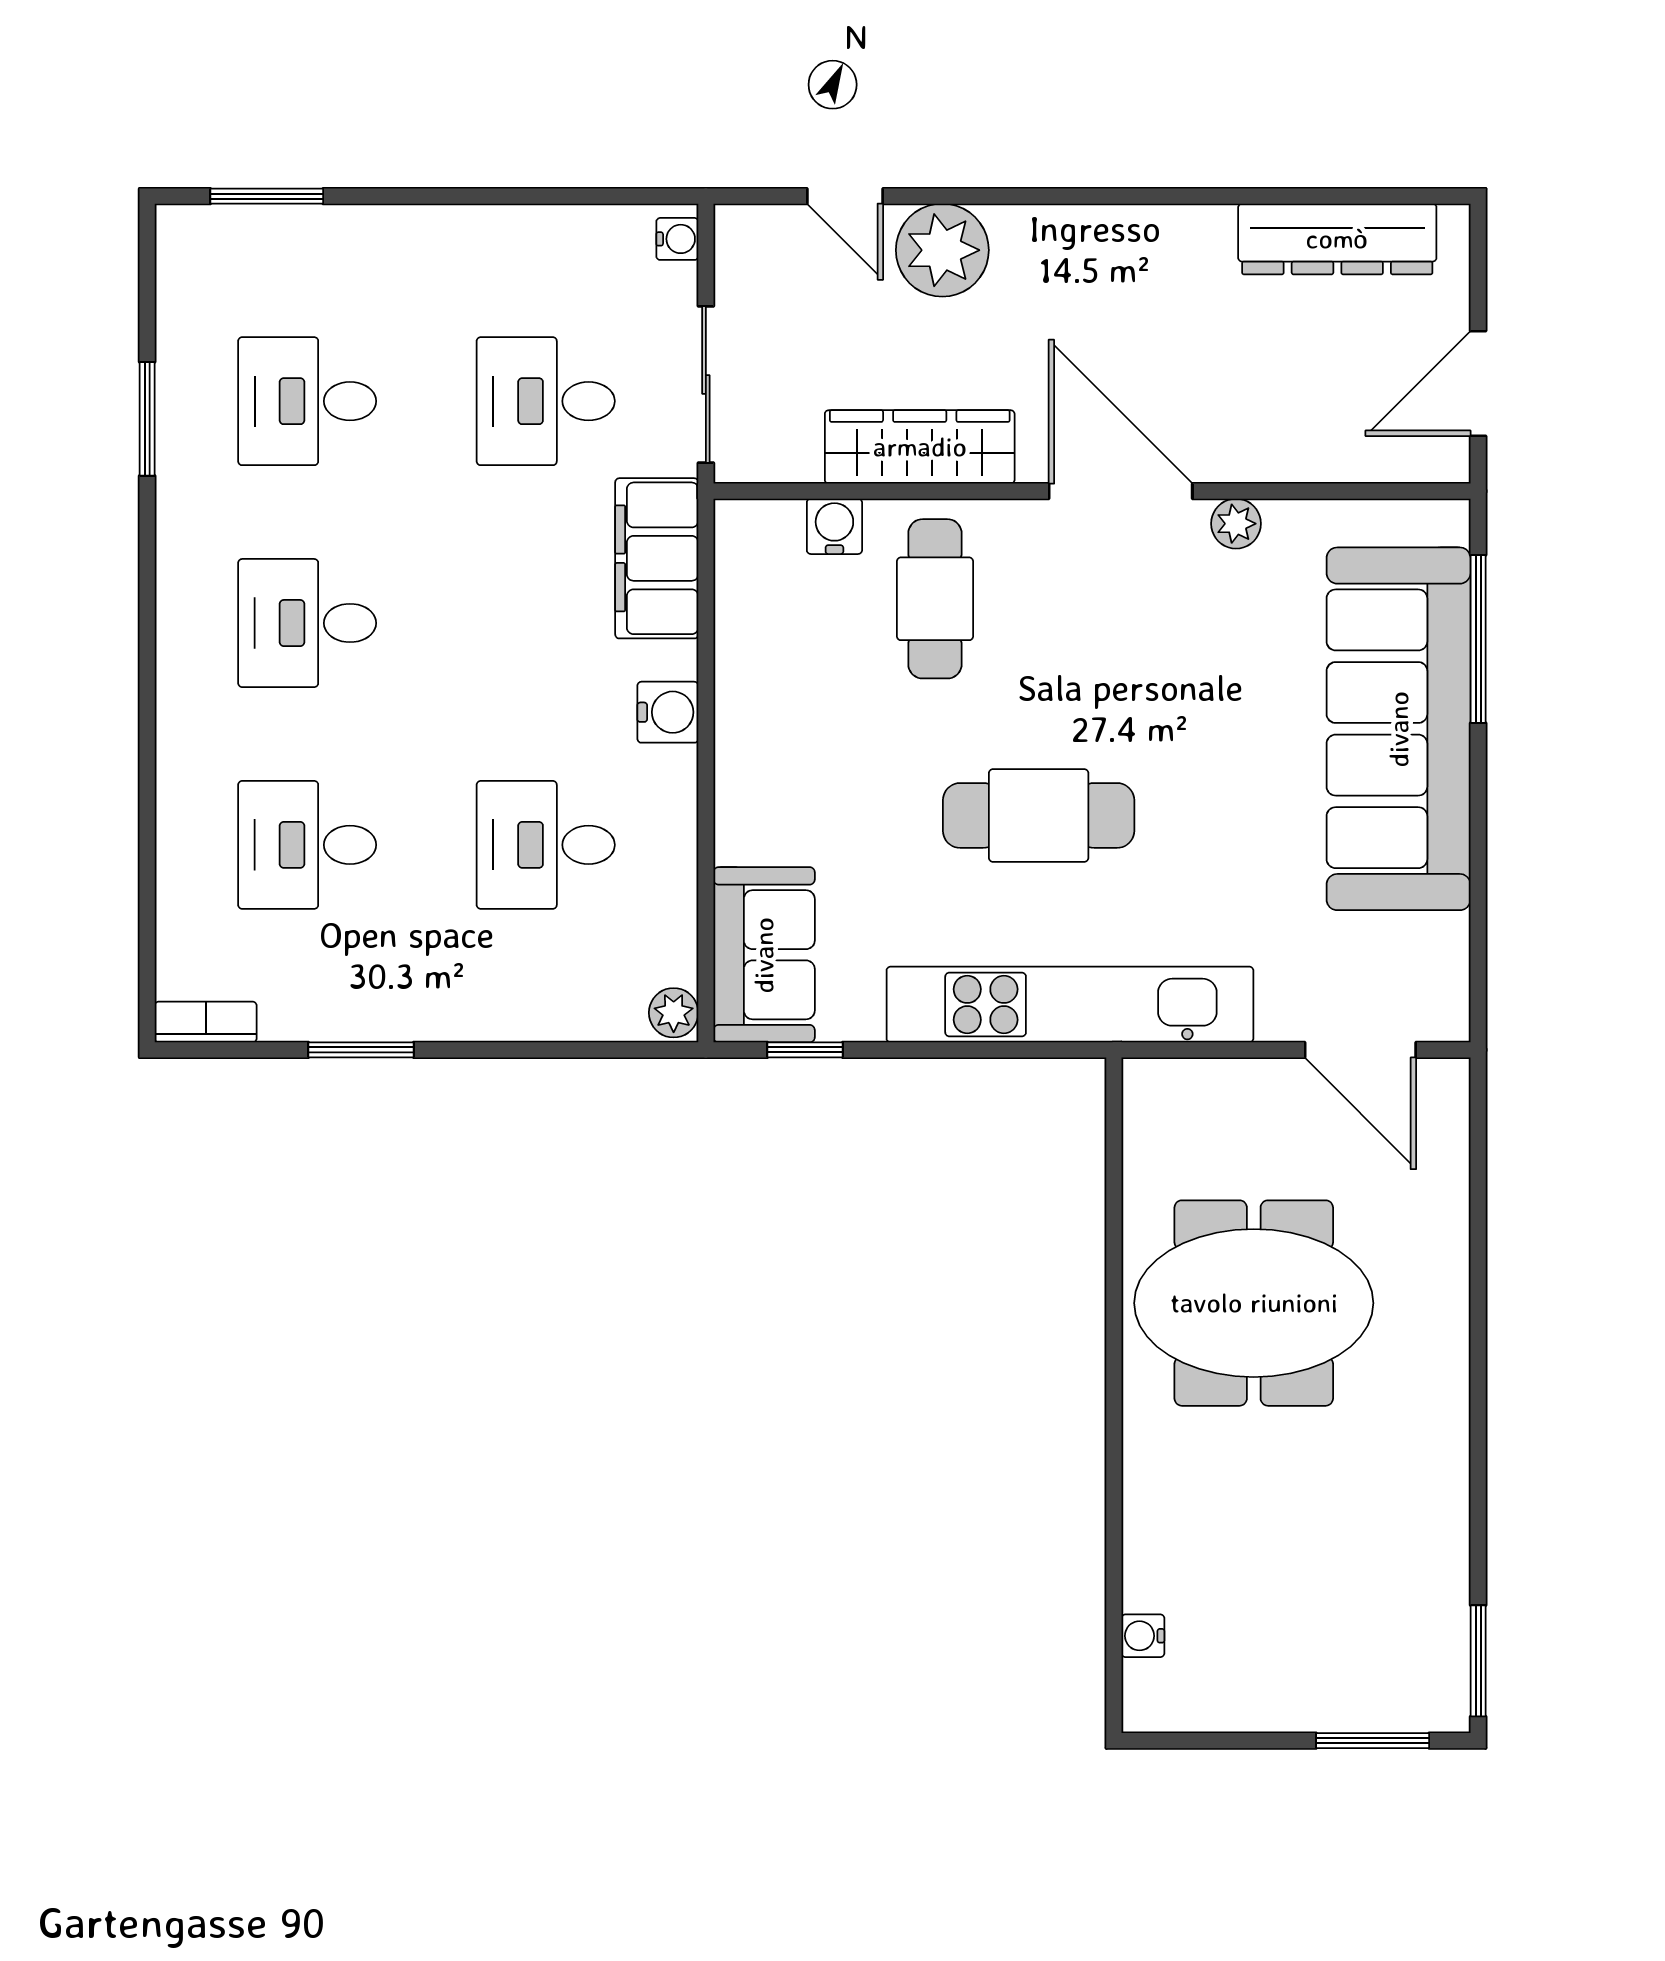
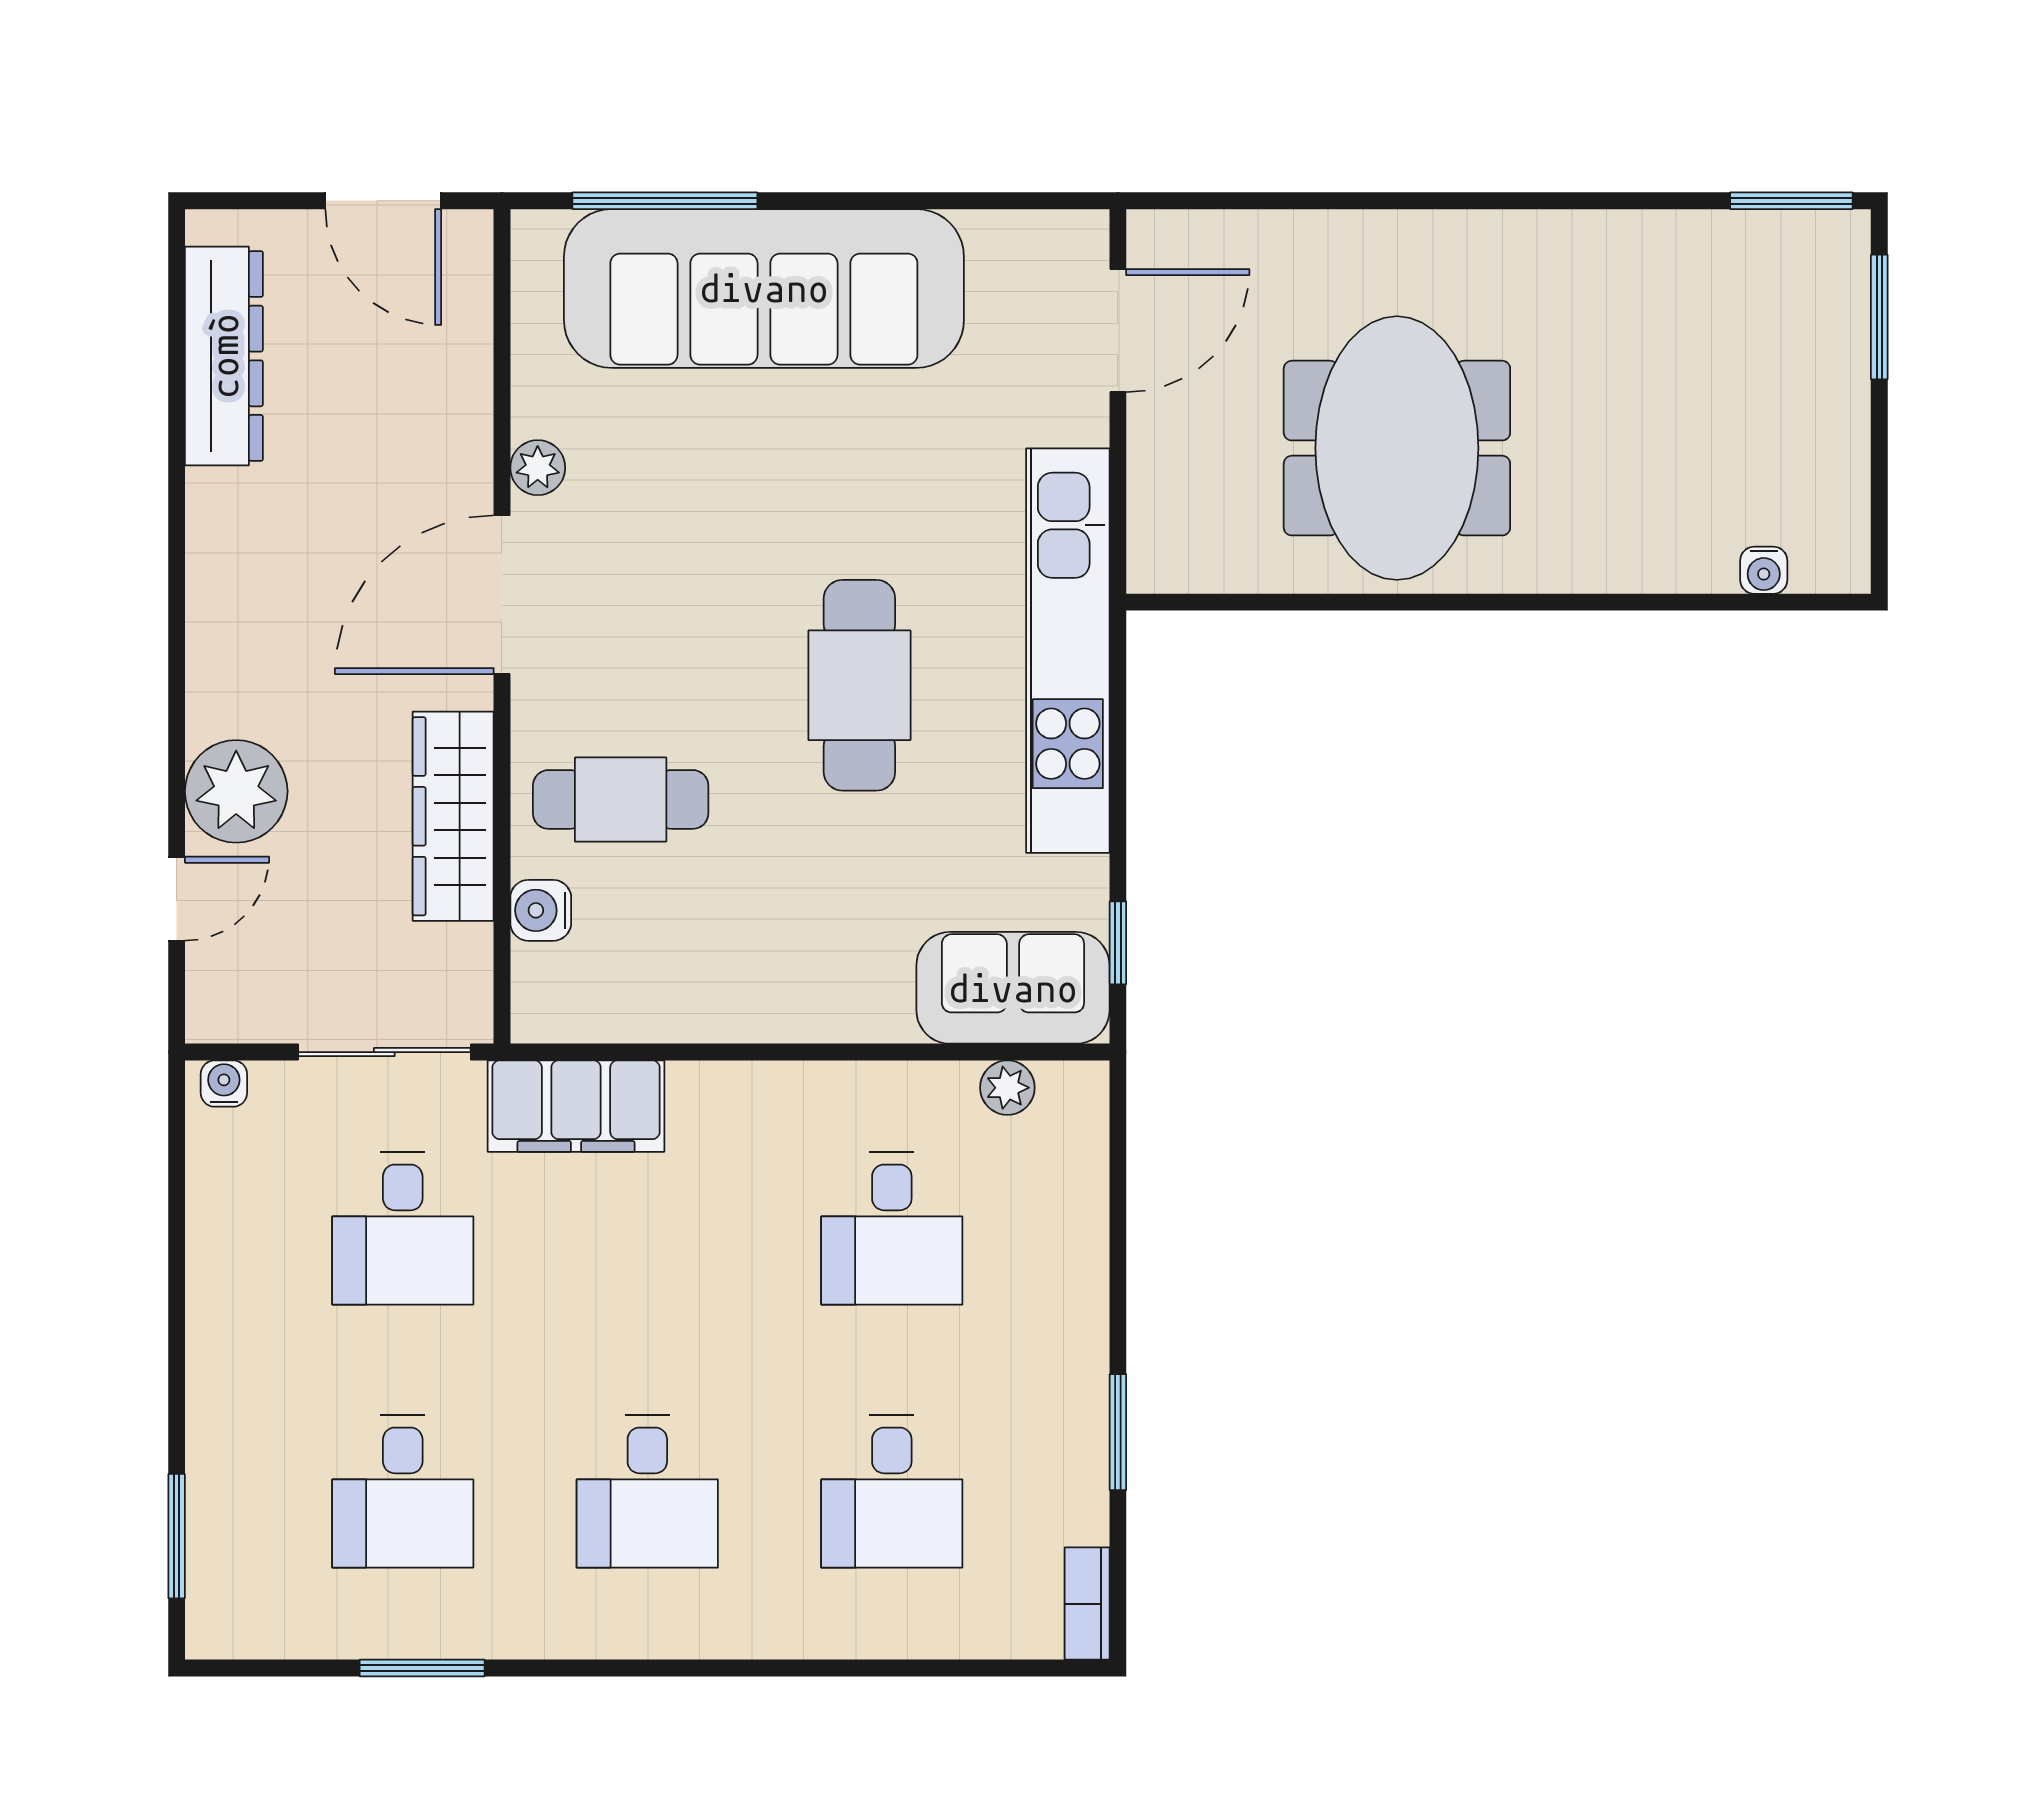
water cooler: (668, 712) -> (746, 1094), removed
plant: (674, 1013) -> (1007, 1088), moved

